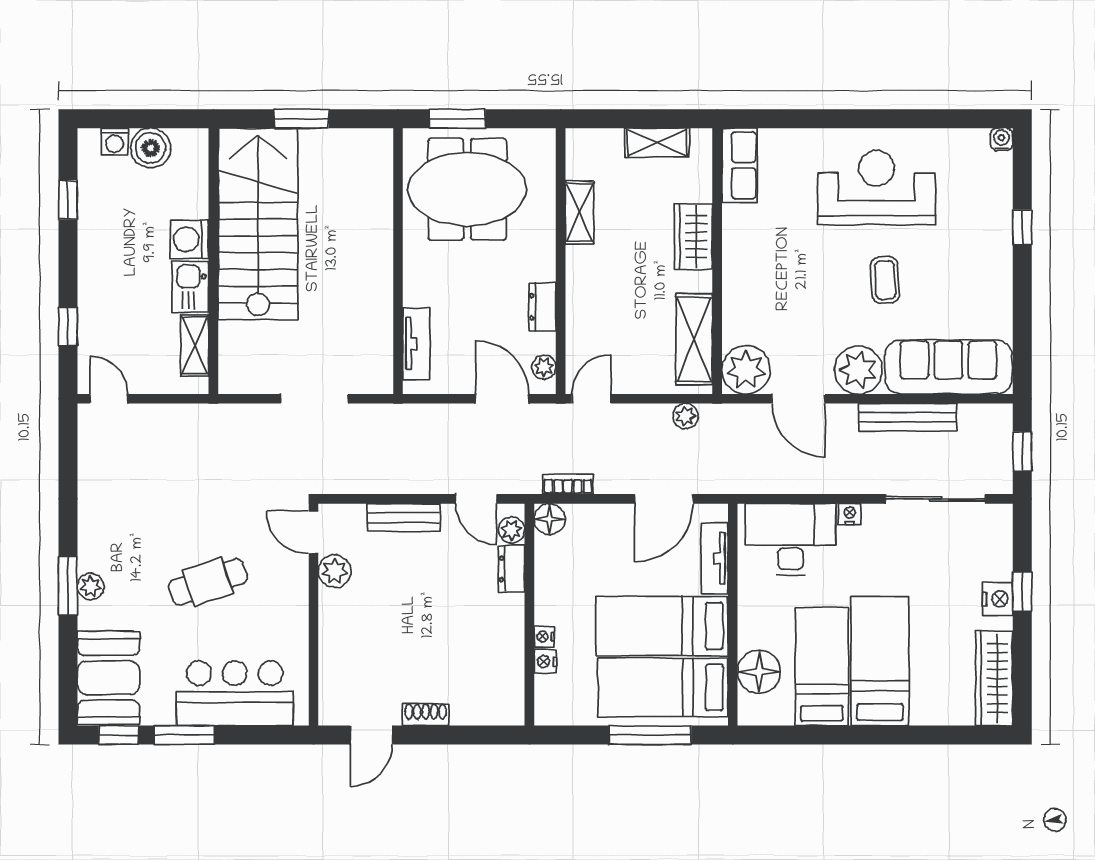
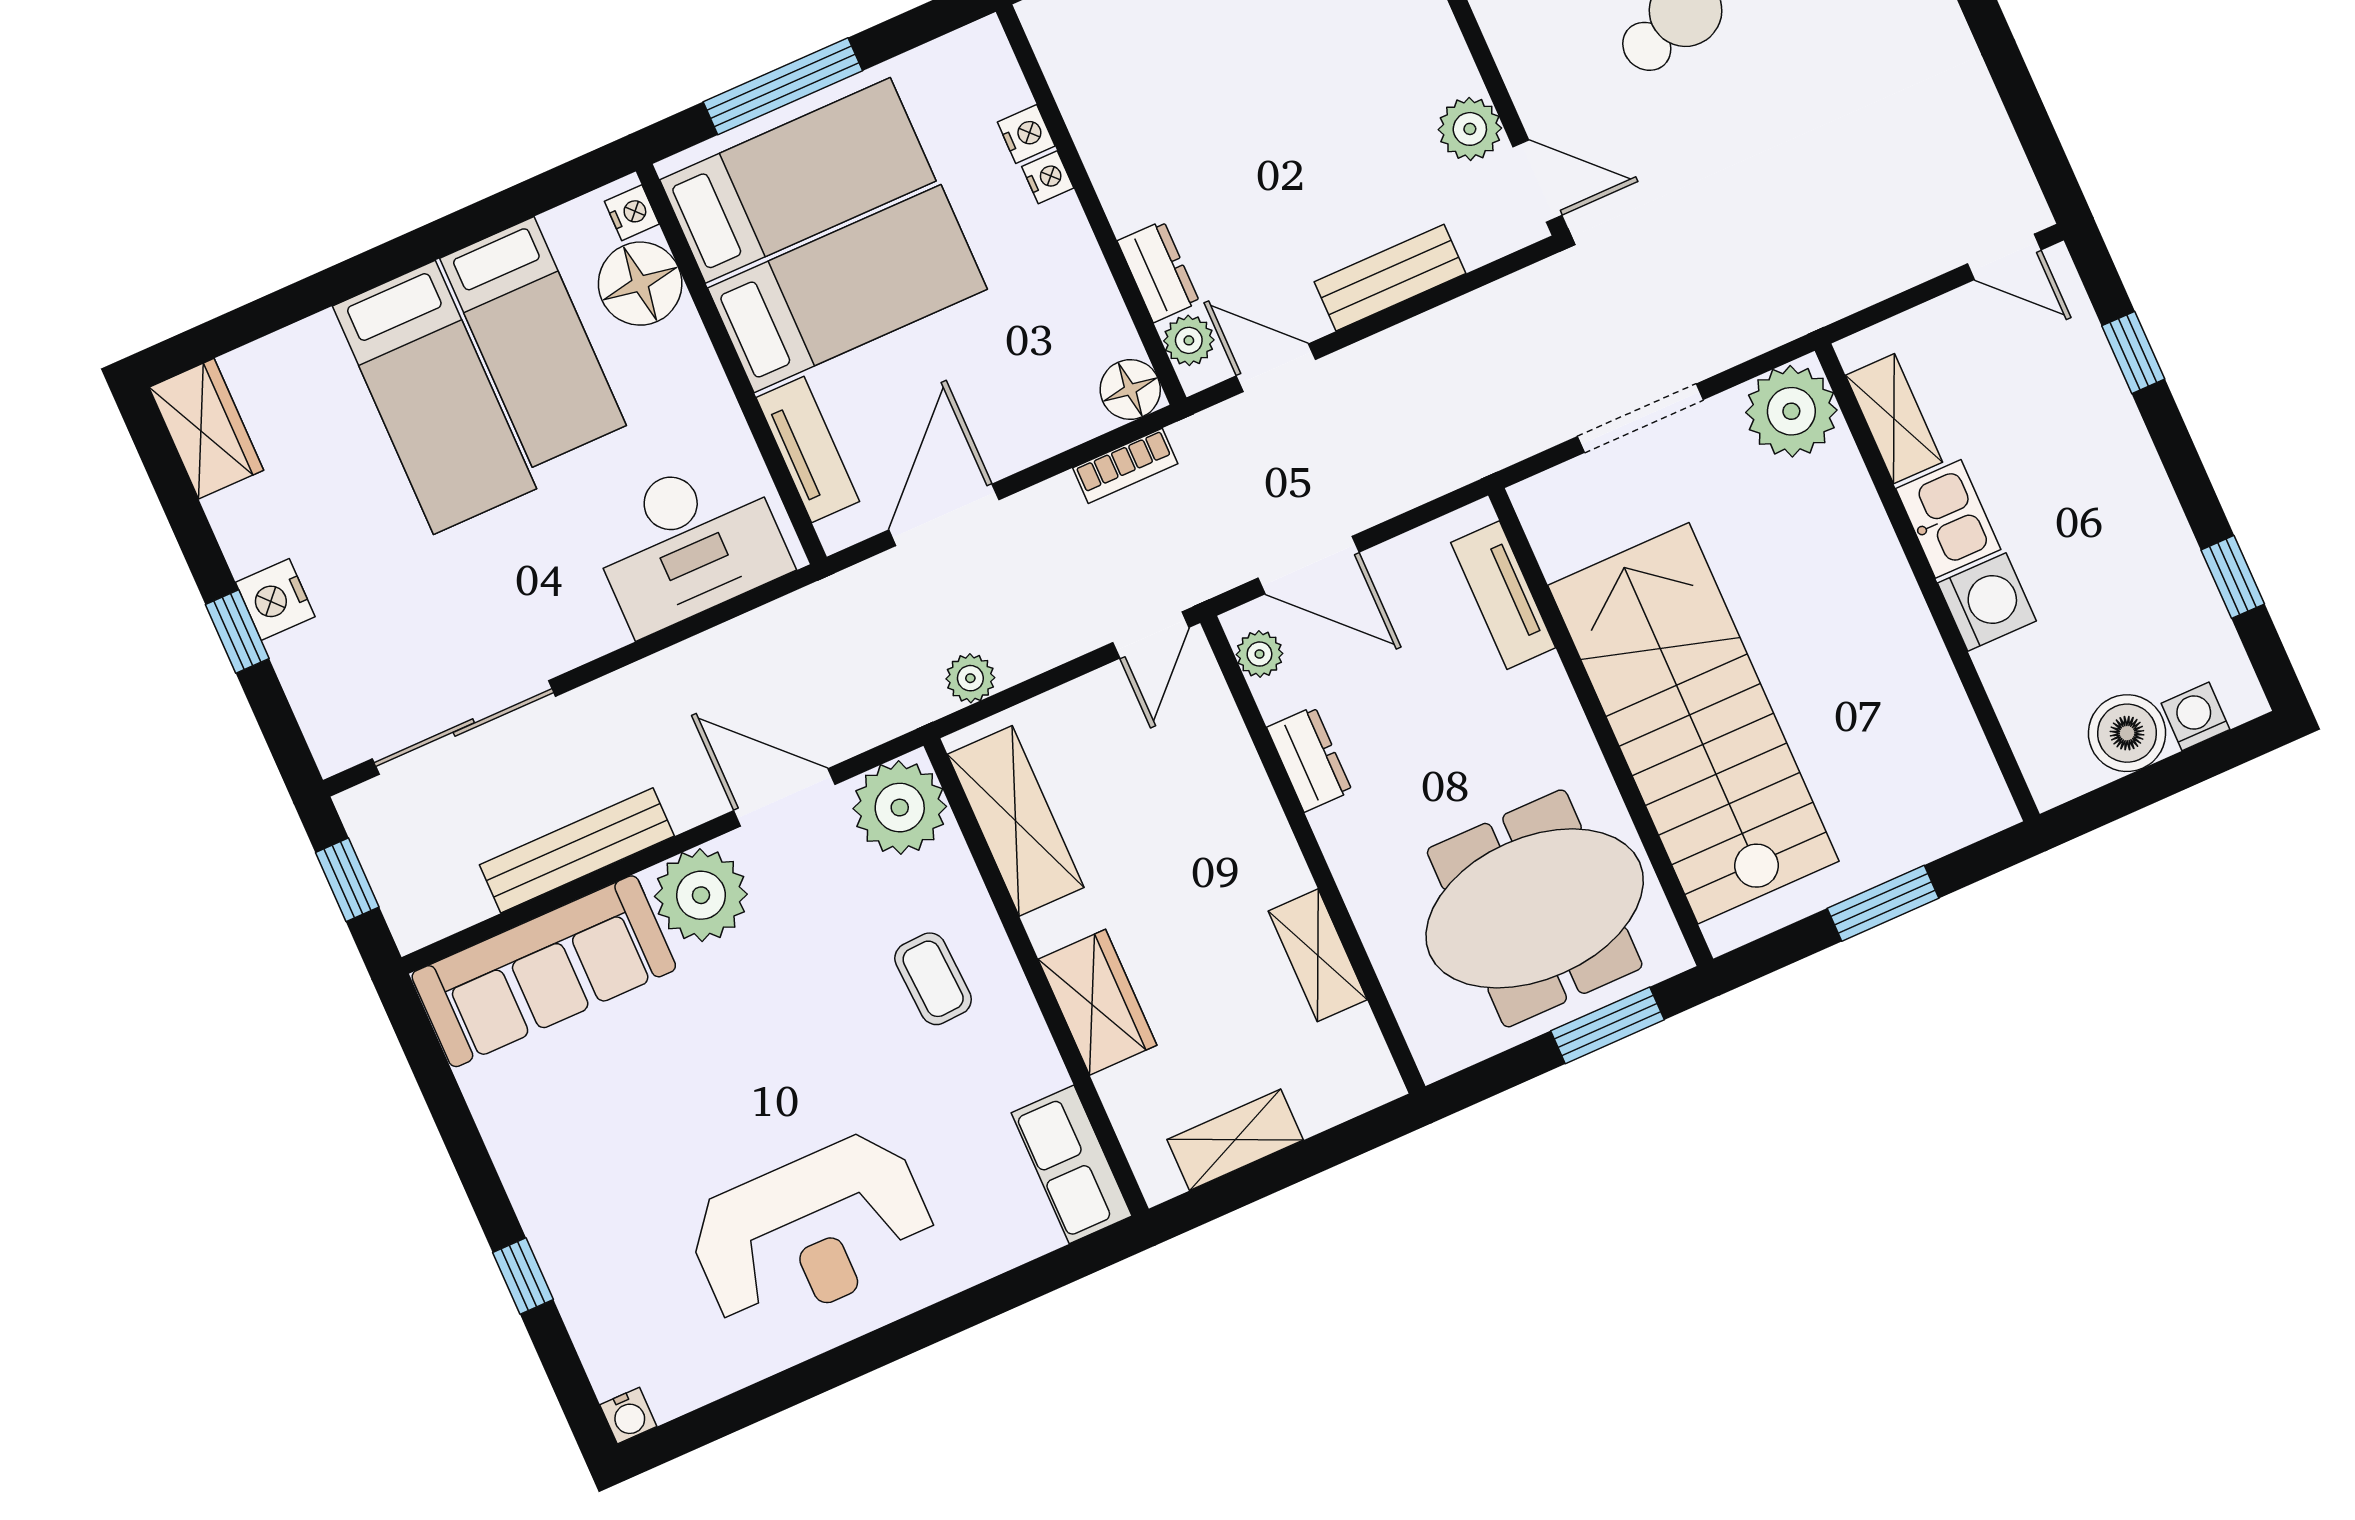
stairs: (258, 224) -> (1693, 723), moved, turned 180
coffee table: (885, 280) -> (933, 979), moved
plant: (242, 370) -> (1791, 411), added
nightstand: (850, 514) -> (632, 213), moved, turned -90
wardrobe: (994, 678) -> (206, 429), width x0.67

